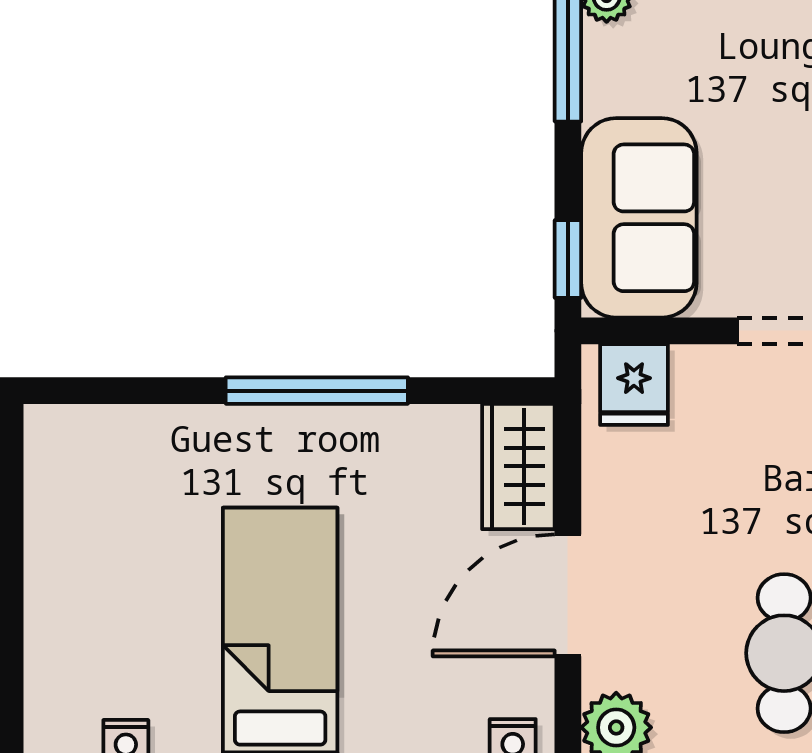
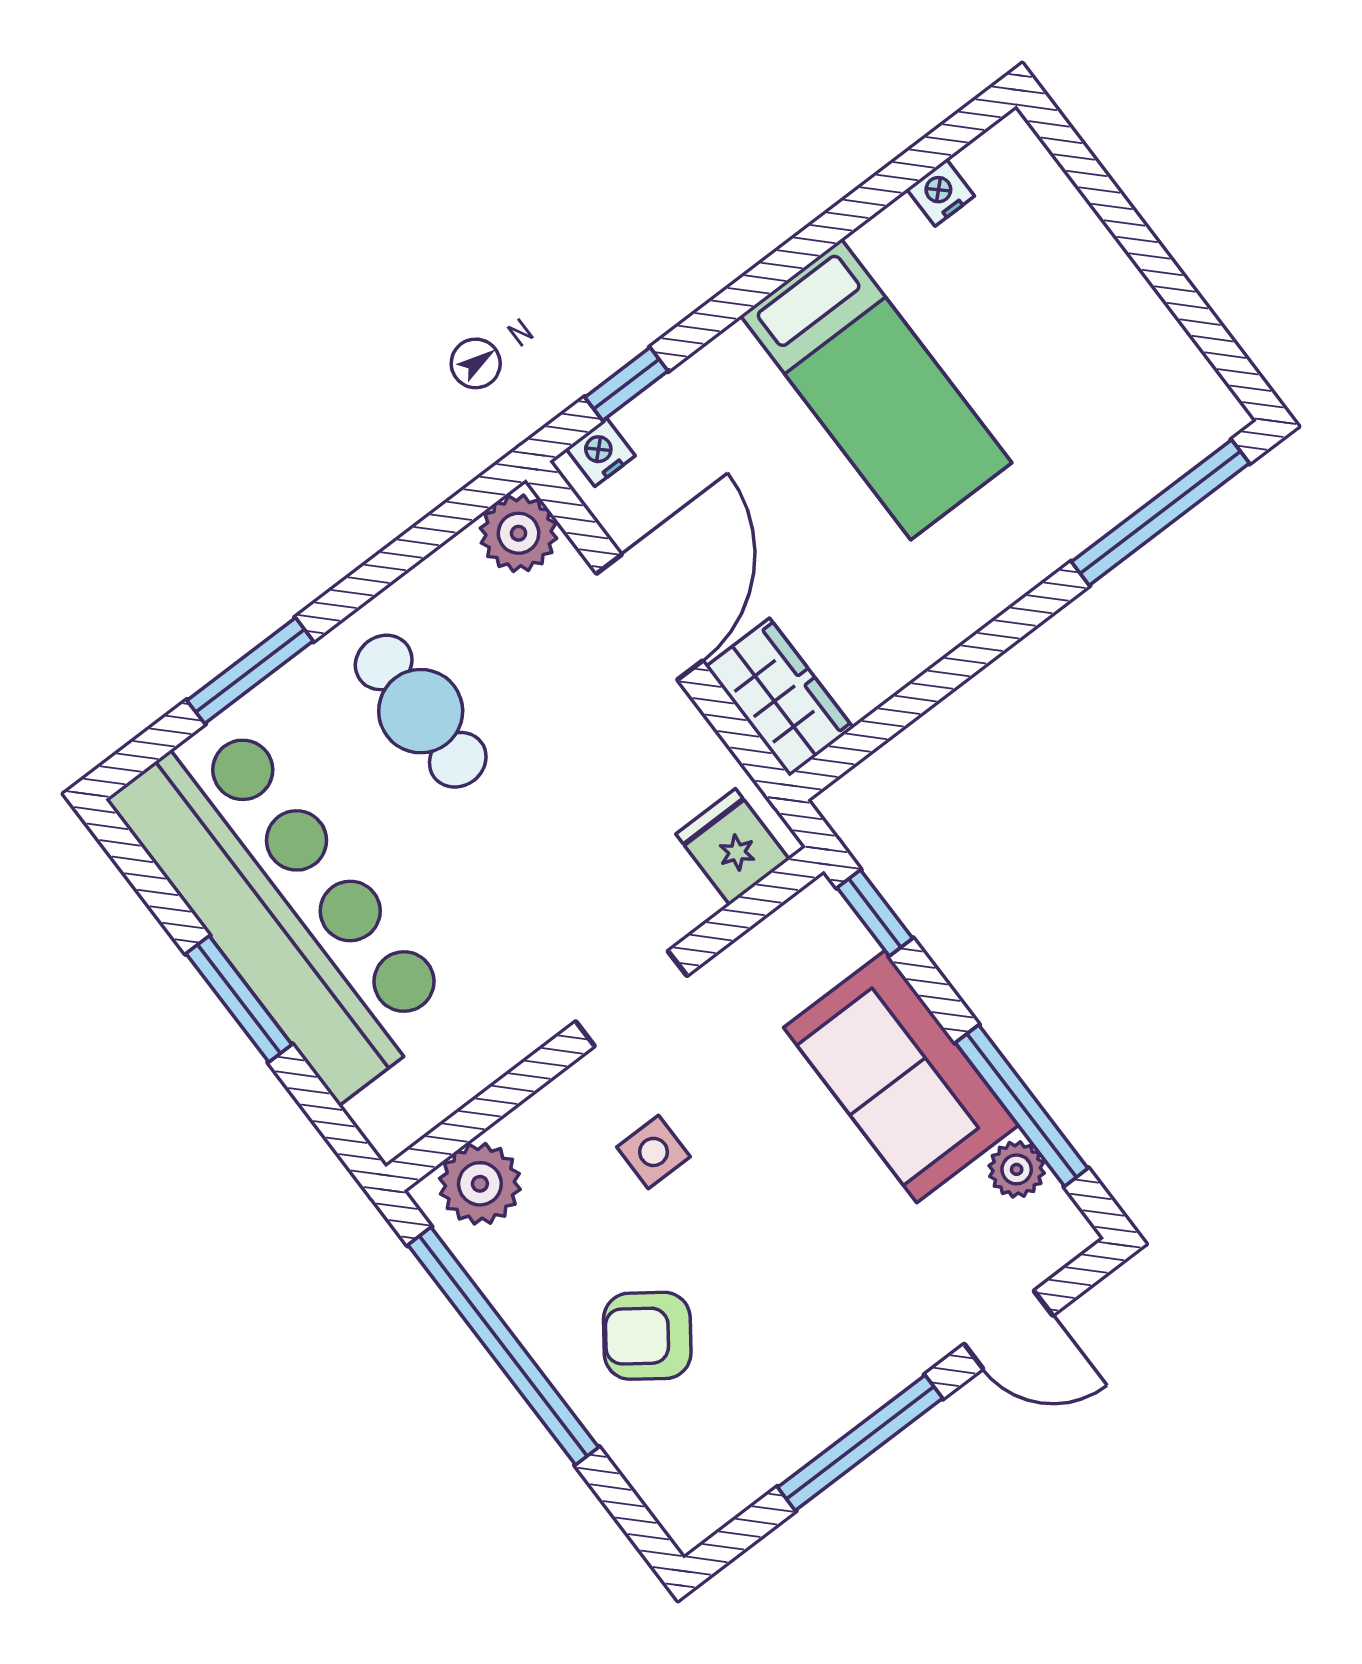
sofa: (639, 218) -> (901, 1077), moved
window: (317, 391) -> (1160, 513), moved

